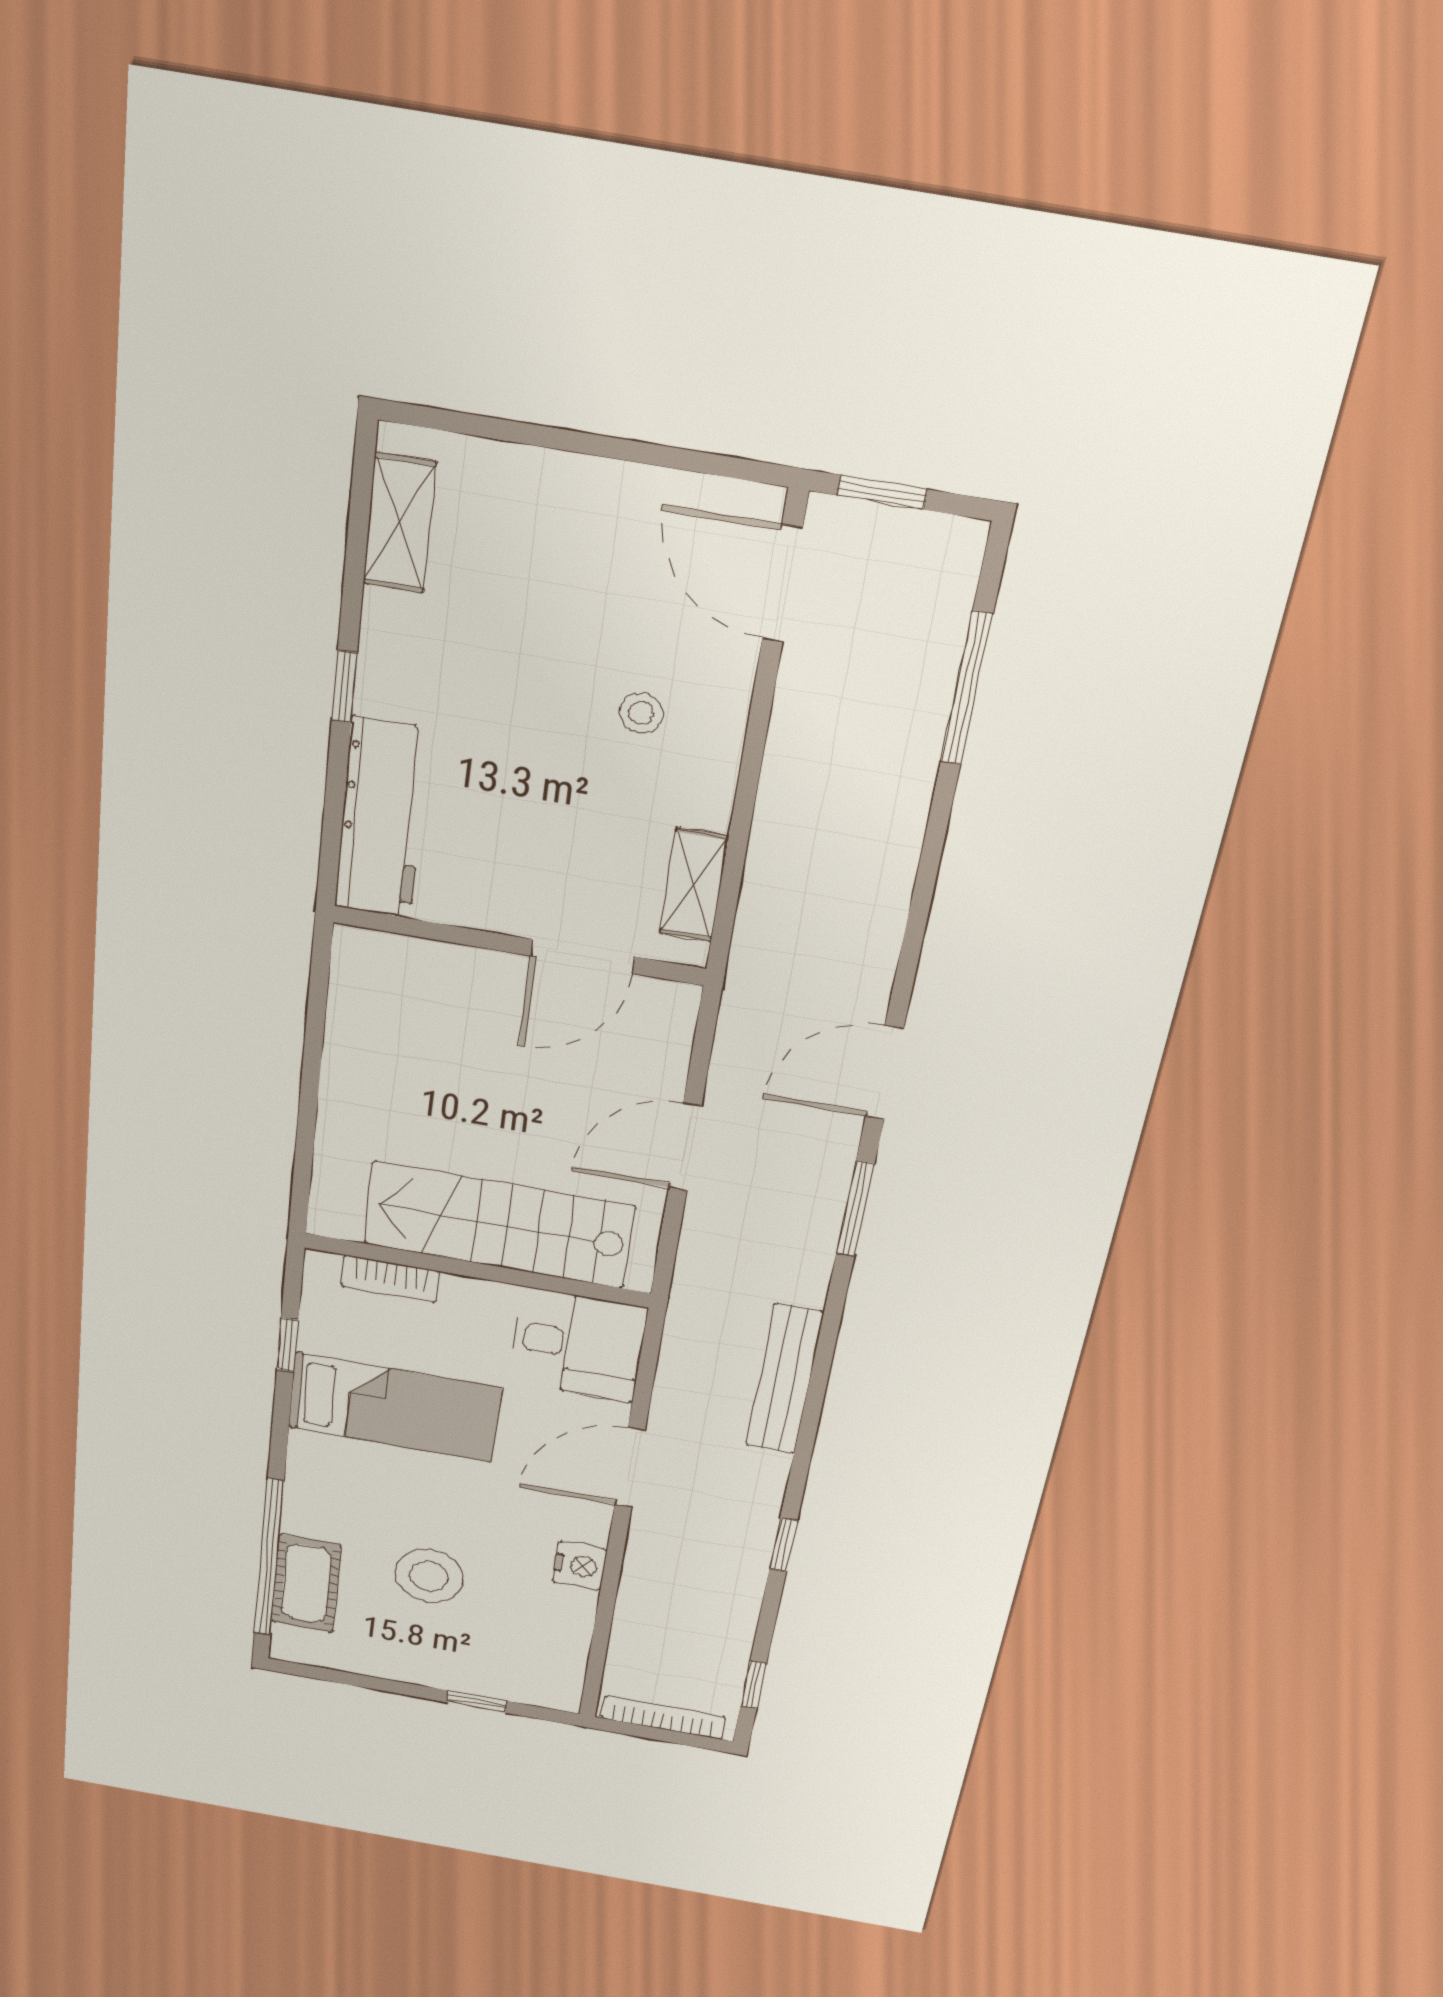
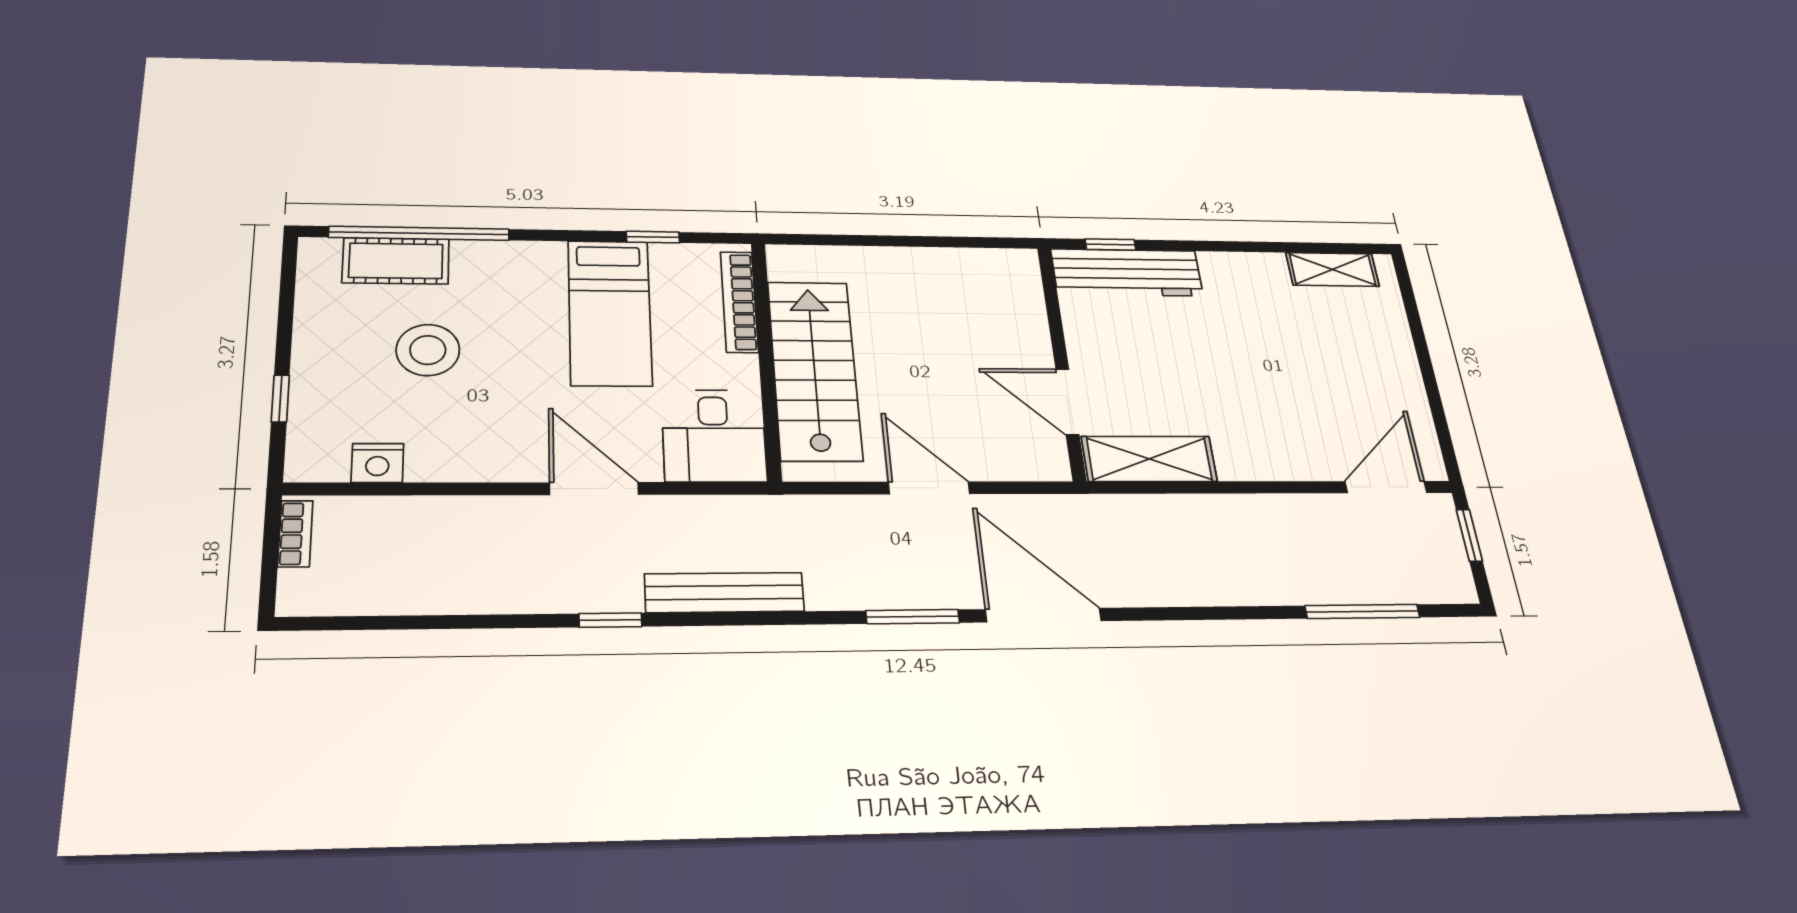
window: (344, 686) -> (1110, 244), moved
stool: (641, 713) -> (1264, 416), removed
shelving: (694, 885) -> (1149, 459), width x1.50, depth x1.33
door: (884, 1073) -> (1043, 615), width x1.36
bookcase: (390, 1279) -> (739, 302), width x1.56
window: (783, 1545) -> (610, 620), moved
nightstand: (579, 1566) -> (377, 463), moved
window: (753, 1685) -> (355, 623), removed
bookcase: (663, 1717) -> (295, 534), width x0.64

